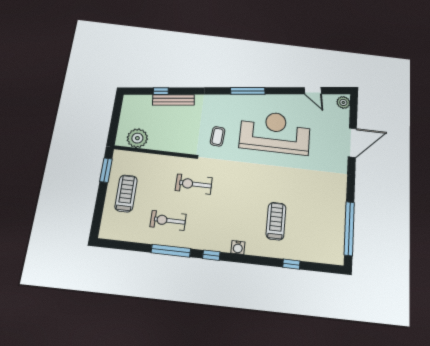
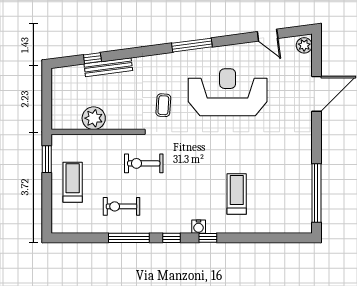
plant: (137, 138) -> (94, 118), moved
window: (291, 264) -> (208, 238), moved

